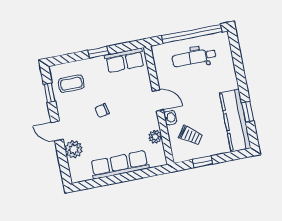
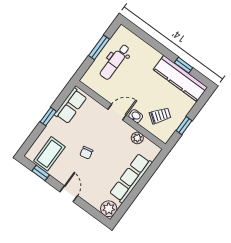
window: (192, 34) -> (99, 47), width x0.47
coffee table: (71, 84) -> (49, 154), width x1.36, depth x1.30
door: (57, 131) -> (69, 194), swing flipped
plant: (74, 149) -> (109, 209), moved

